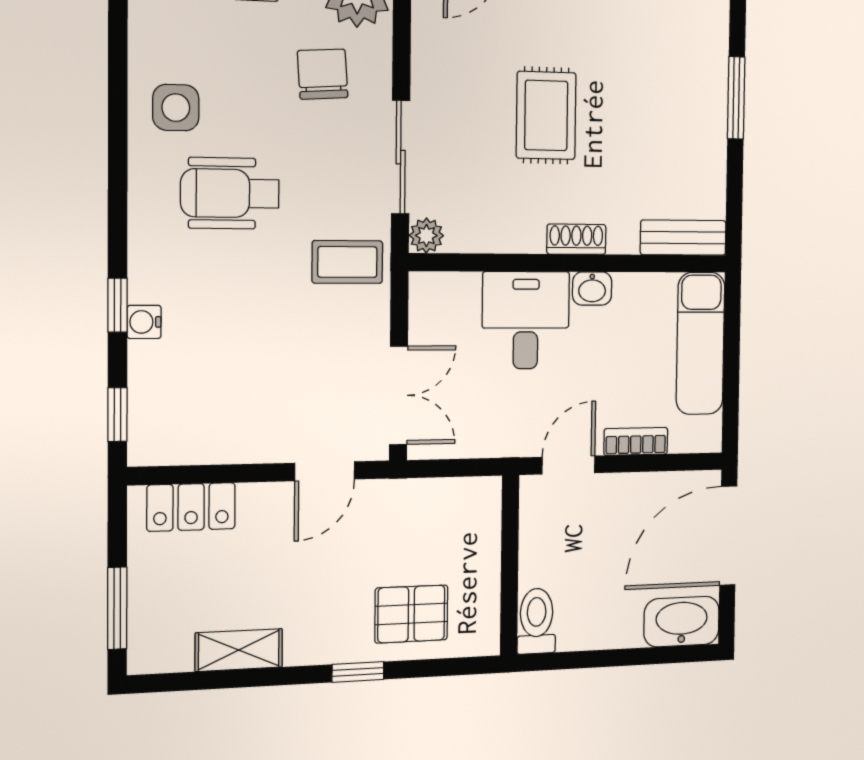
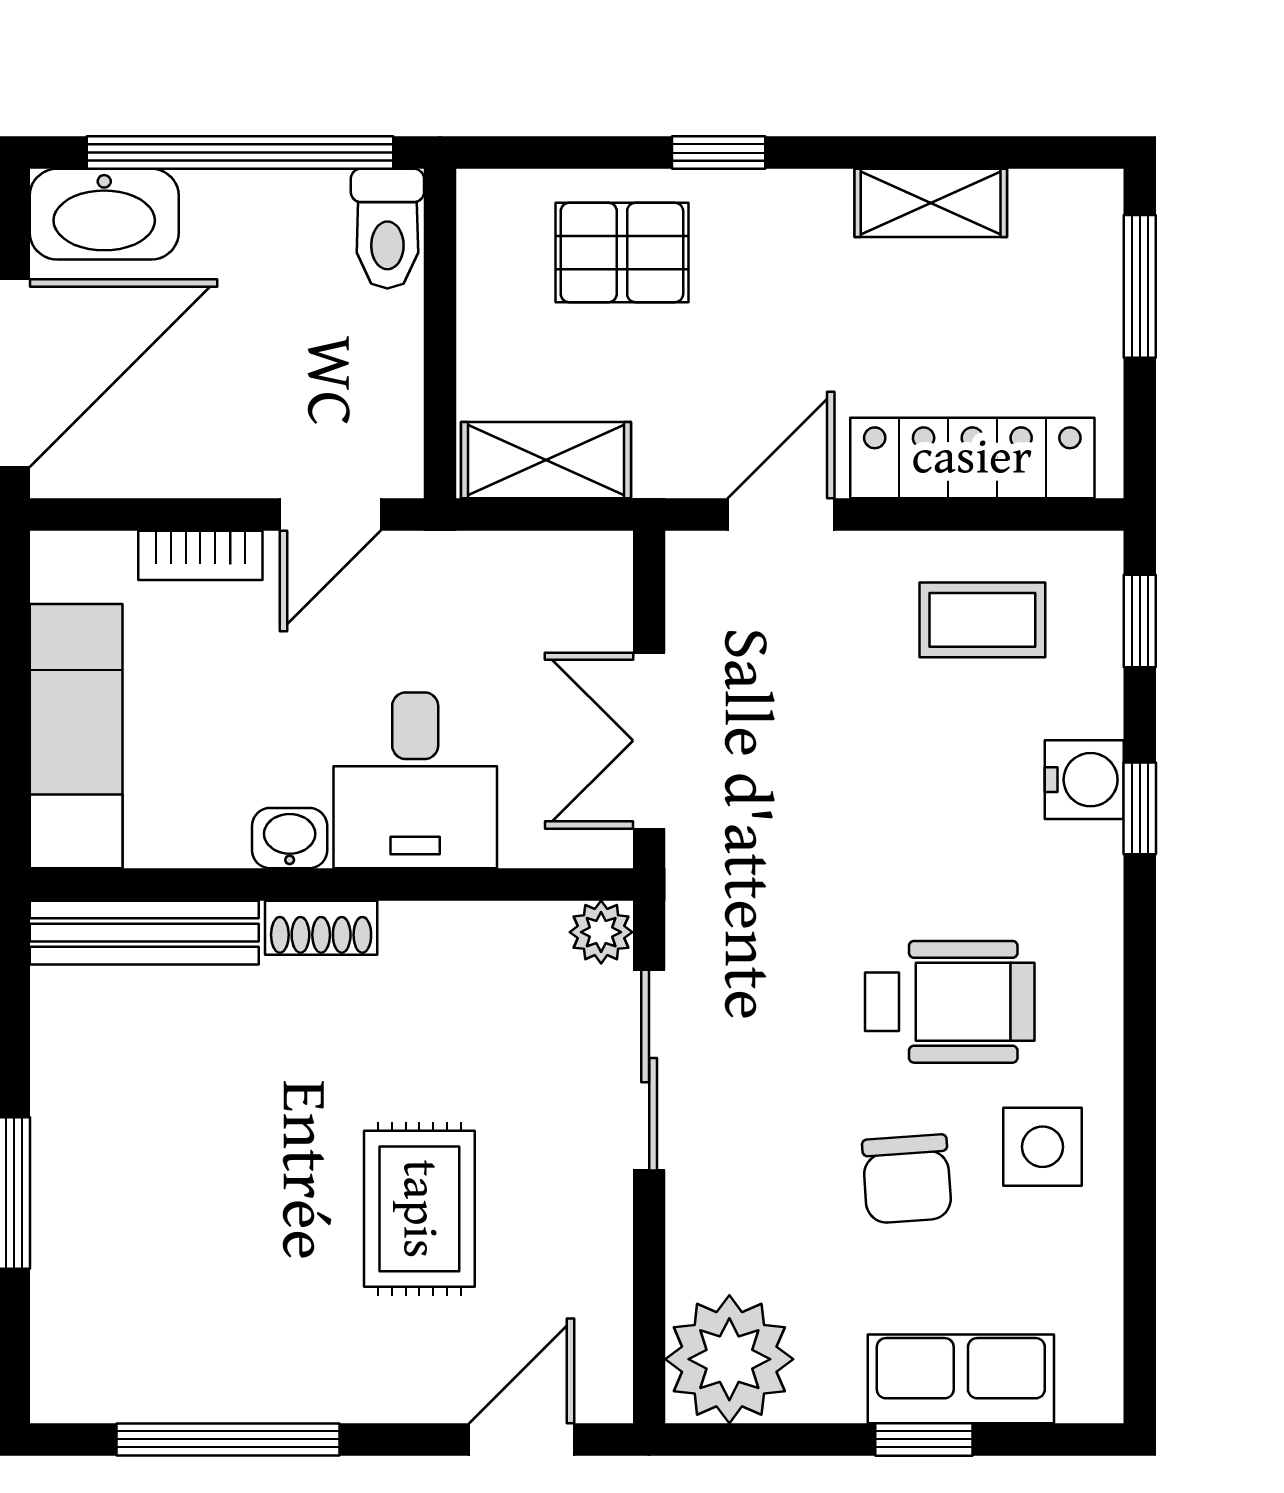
chair: (323, 74) -> (907, 1179), moved
rug: (546, 115) -> (419, 1209), moved
bench: (683, 238) -> (144, 933), width x1.36
coffee table: (347, 262) -> (982, 620), moved
water cooler: (144, 322) -> (1084, 780), width x1.38, depth x1.38
double door: (398, 395) -> (649, 741), moved
shelving: (454, 498) -> (546, 460), added
locker: (191, 507) -> (972, 458), width x1.53
window: (612, 658) -> (240, 153), added

